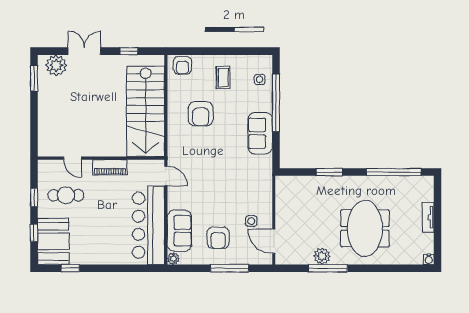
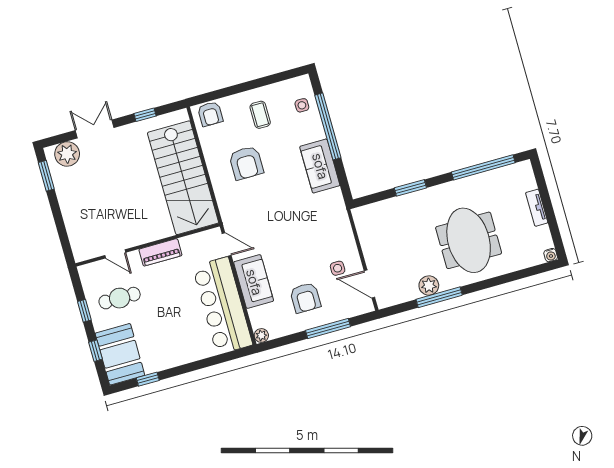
sofa: (179, 231) -> (254, 282), moved

